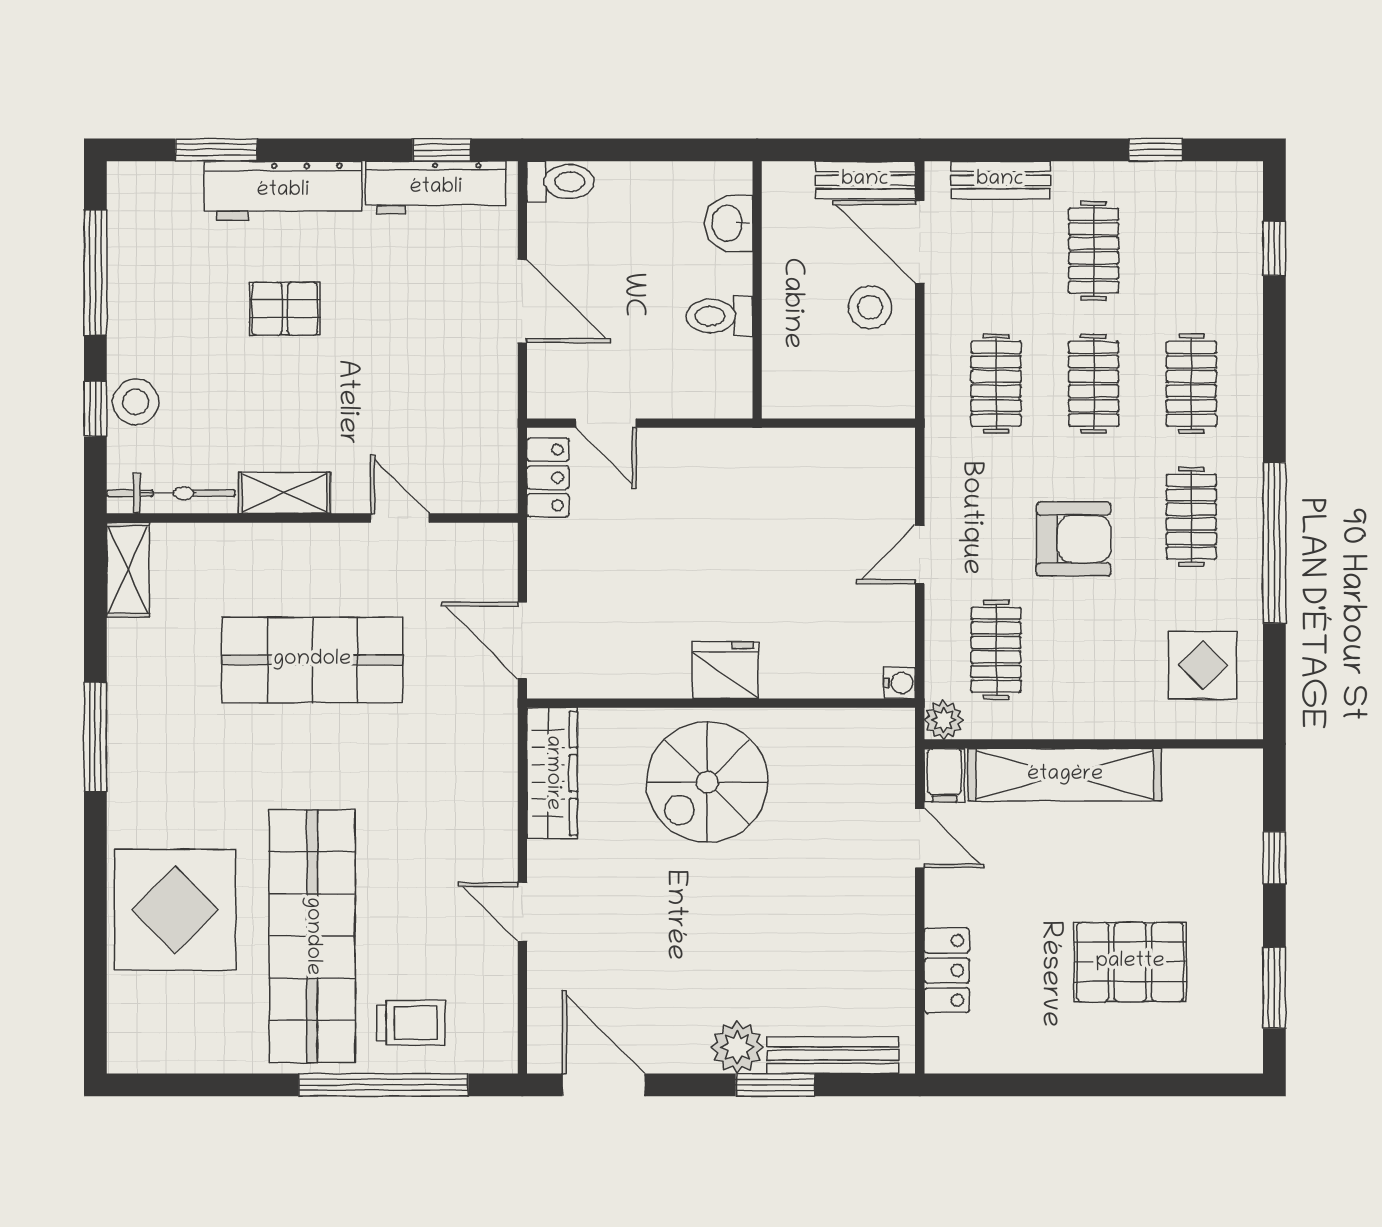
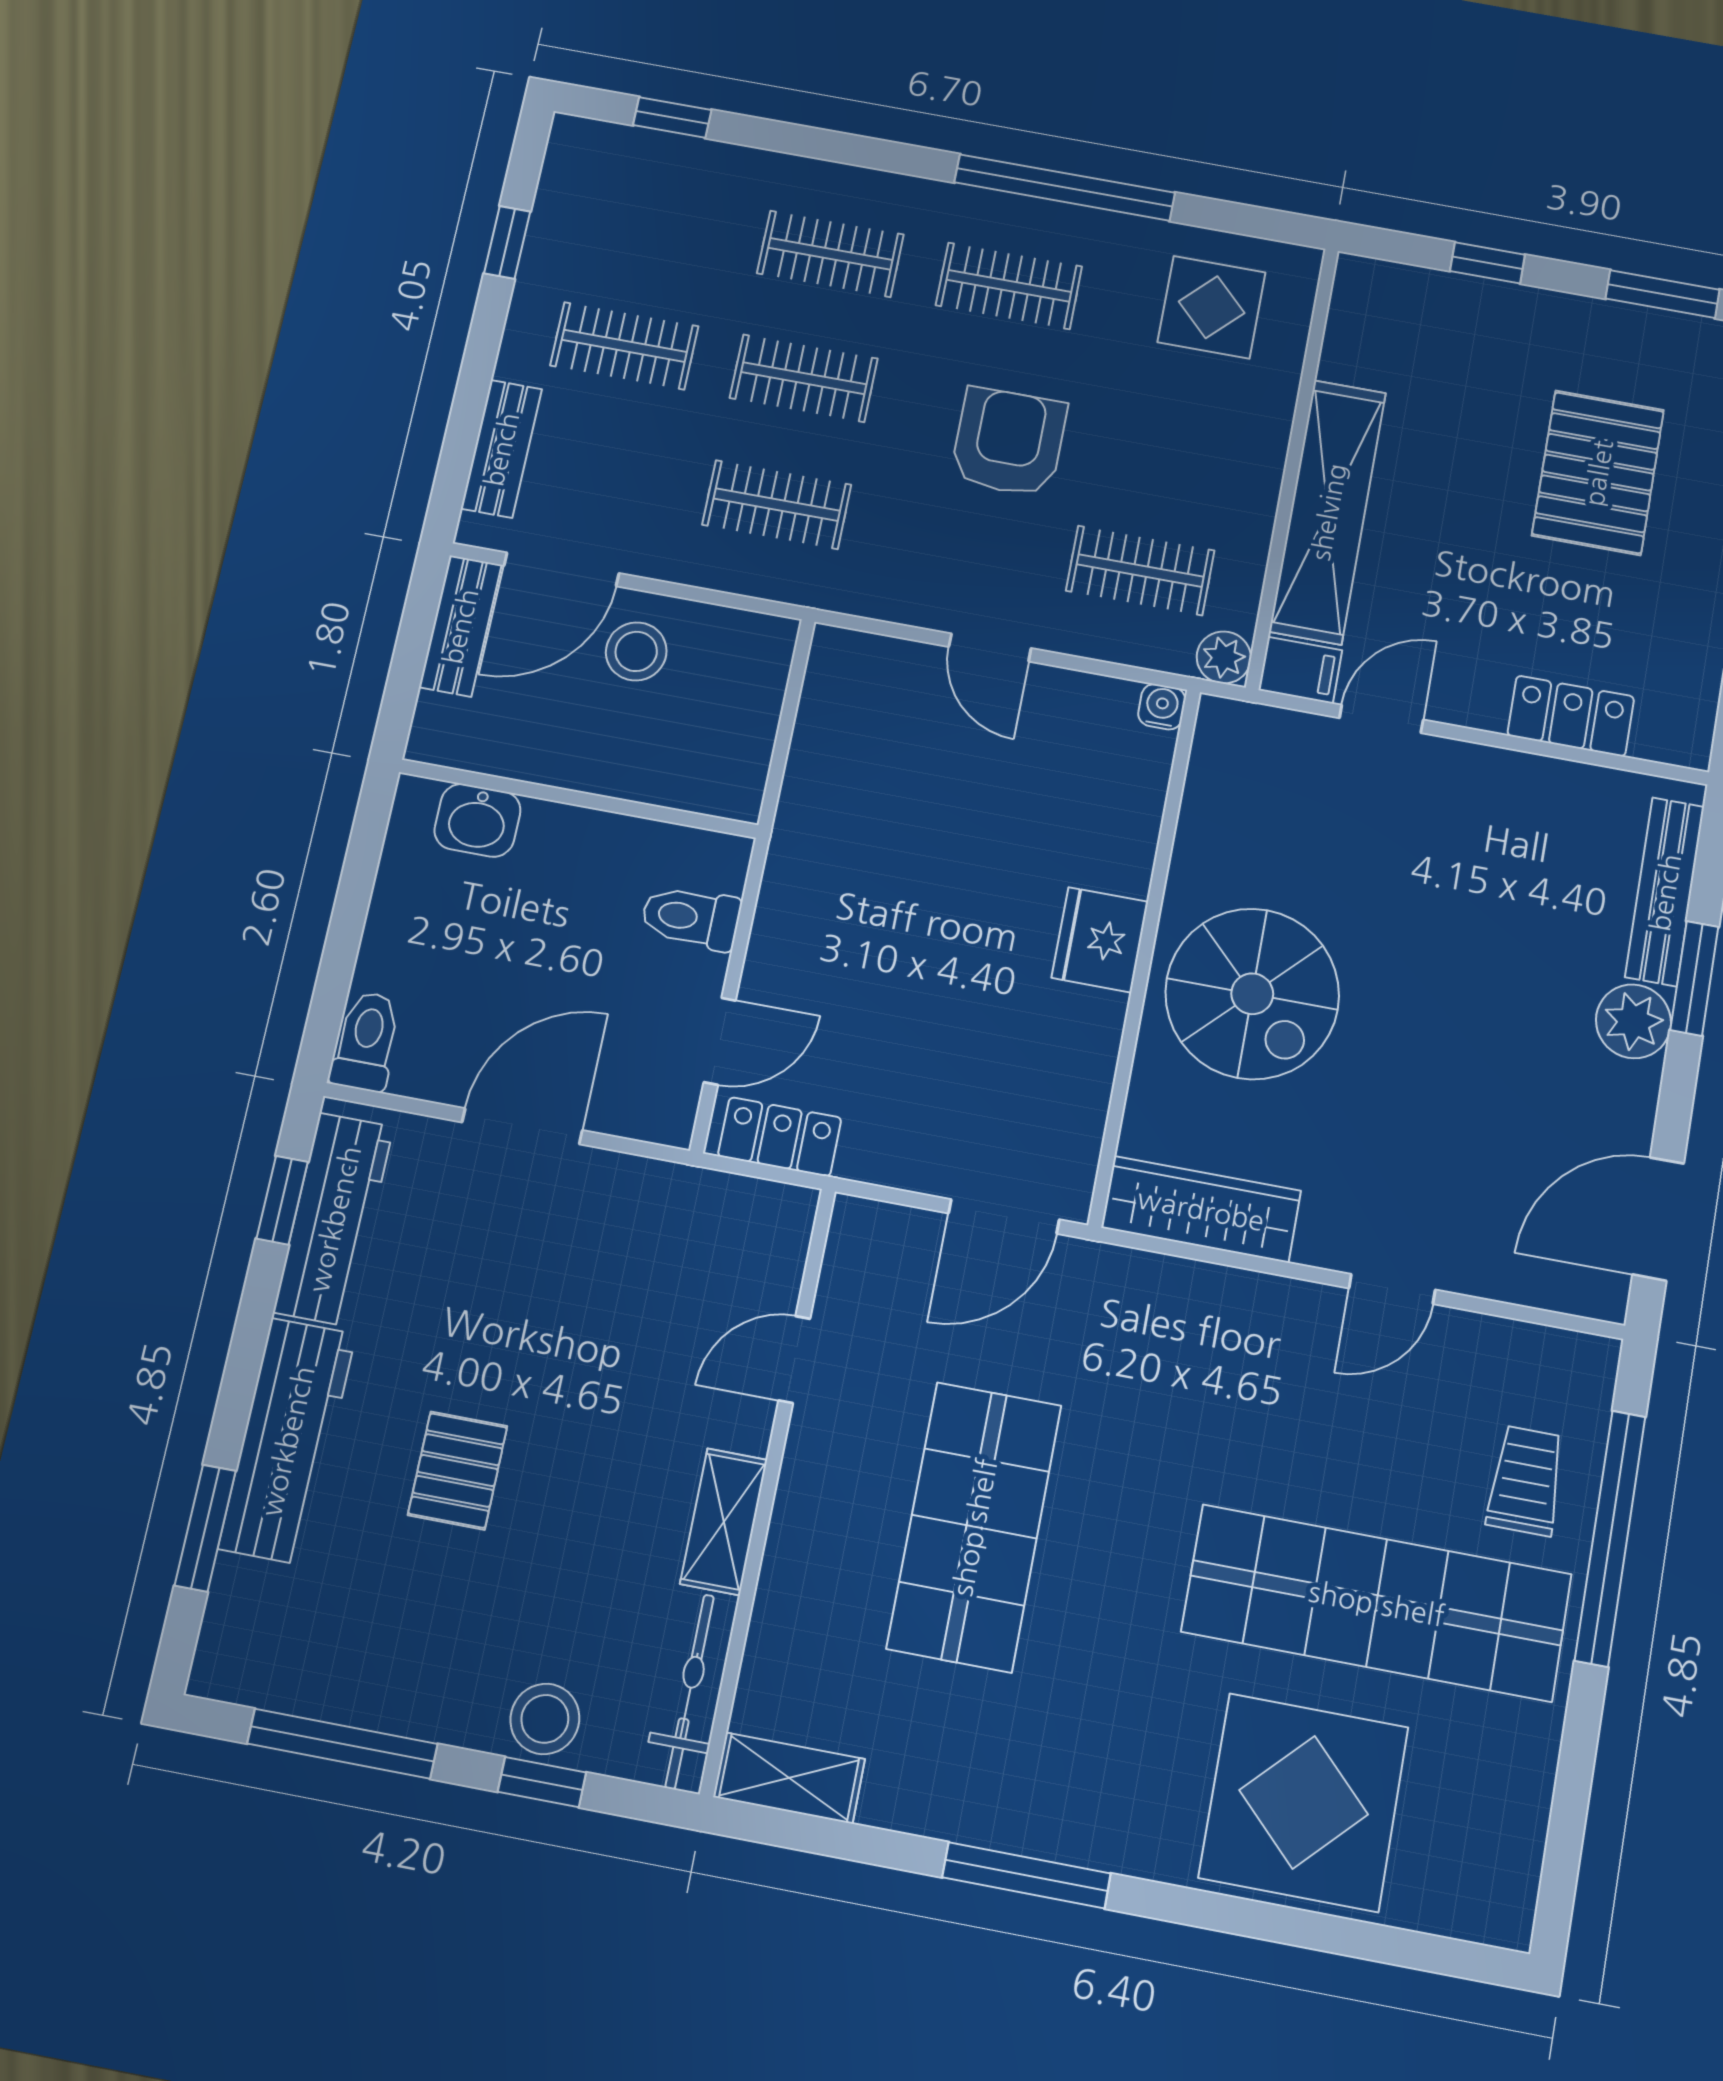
toilet: (719, 316) -> (691, 918), moved, turned 90

